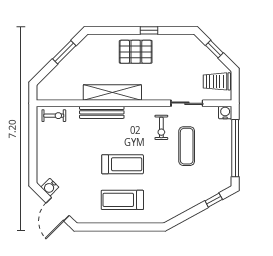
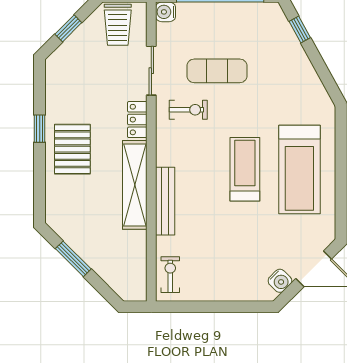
locker: (155, 94) -> (137, 120), added
treadmill: (122, 200) -> (299, 169), width x1.37, depth x1.38

